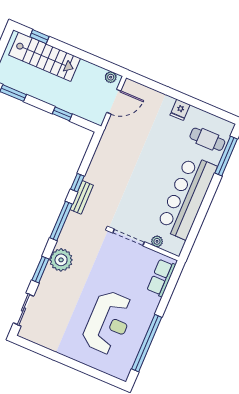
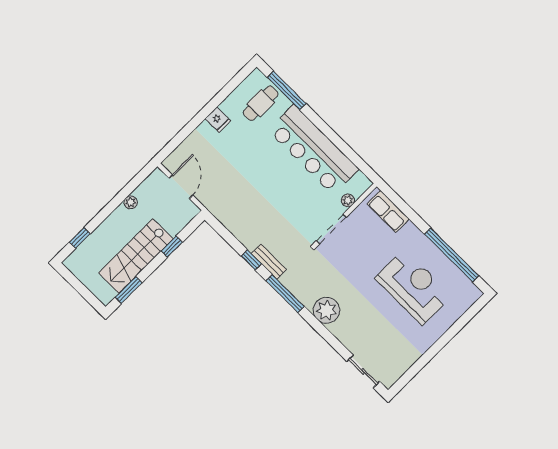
stairs: (45, 57) -> (136, 256), moved, turned 180
plant: (111, 77) -> (131, 202), moved
window: (40, 270) -> (328, 336), removed

